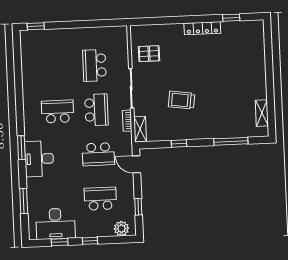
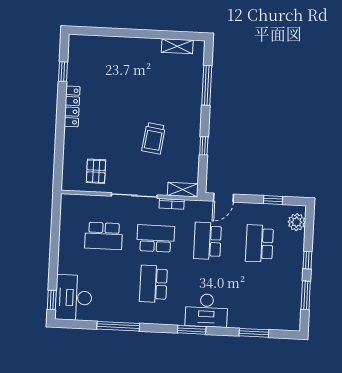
window: (19, 85) -> (118, 326), added
school desk: (98, 154) -> (208, 241), turned 180
desk: (55, 224) -> (74, 298), moved, turned 180
window: (60, 242) -> (306, 295), width x1.50

